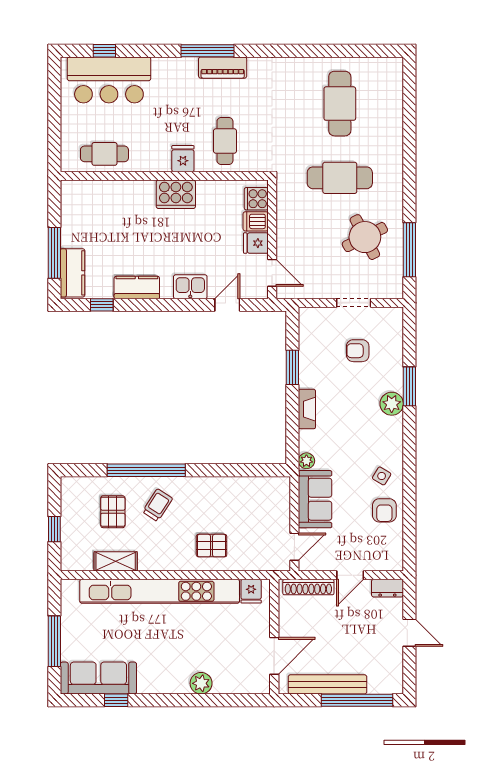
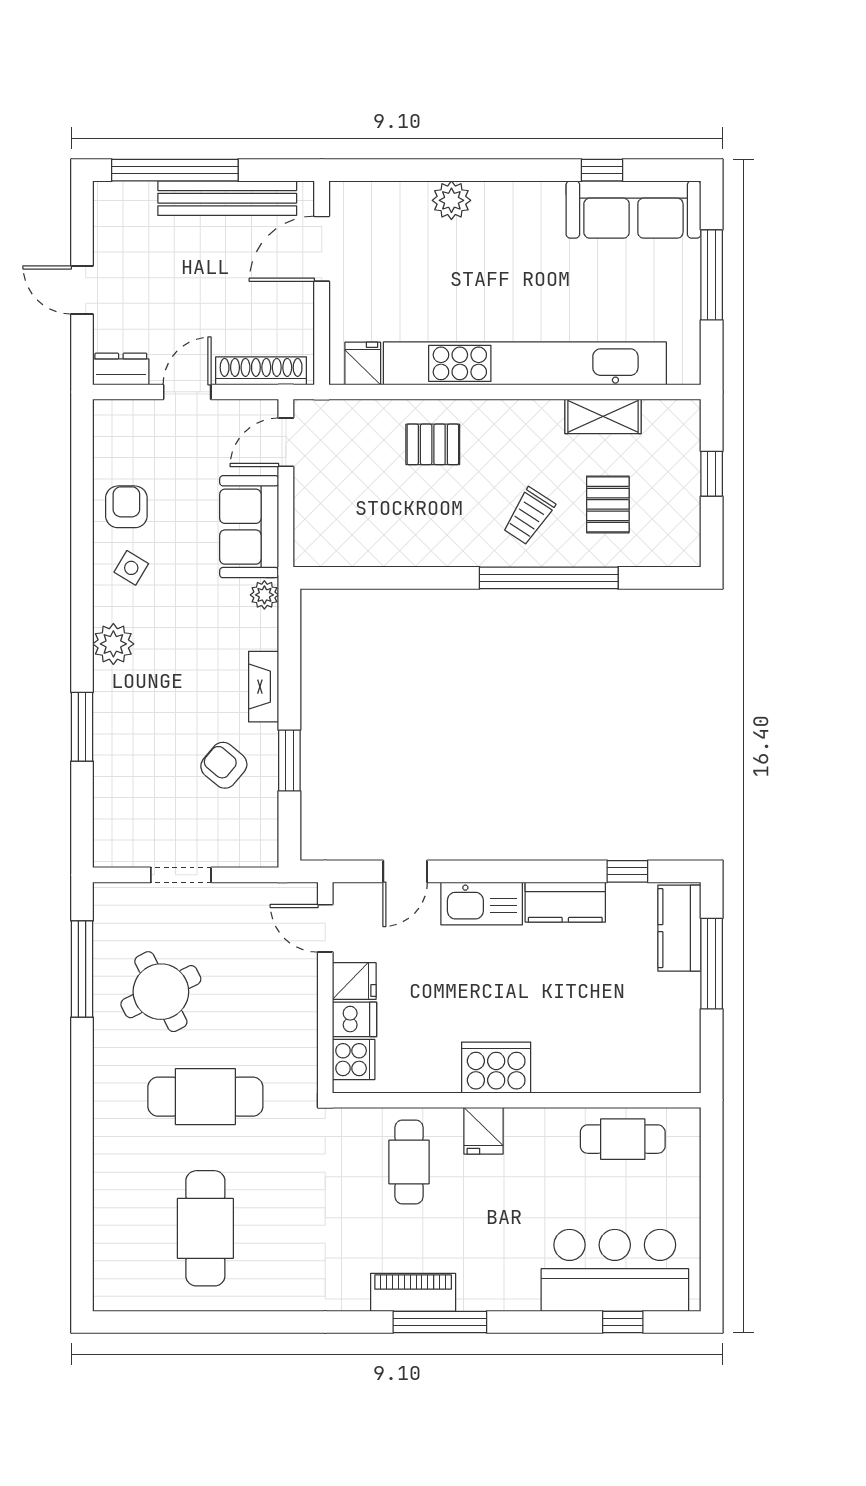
kitchen sink: (190, 287) -> (482, 903), width x1.38
armchair: (358, 351) -> (224, 765), moved, turned -140
plant: (392, 404) -> (113, 644), moved

